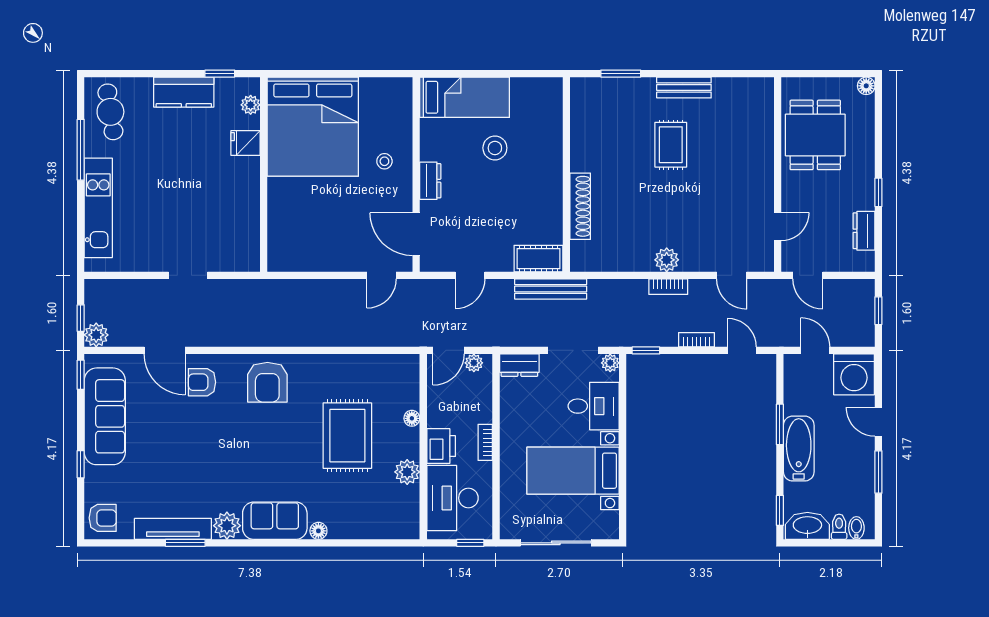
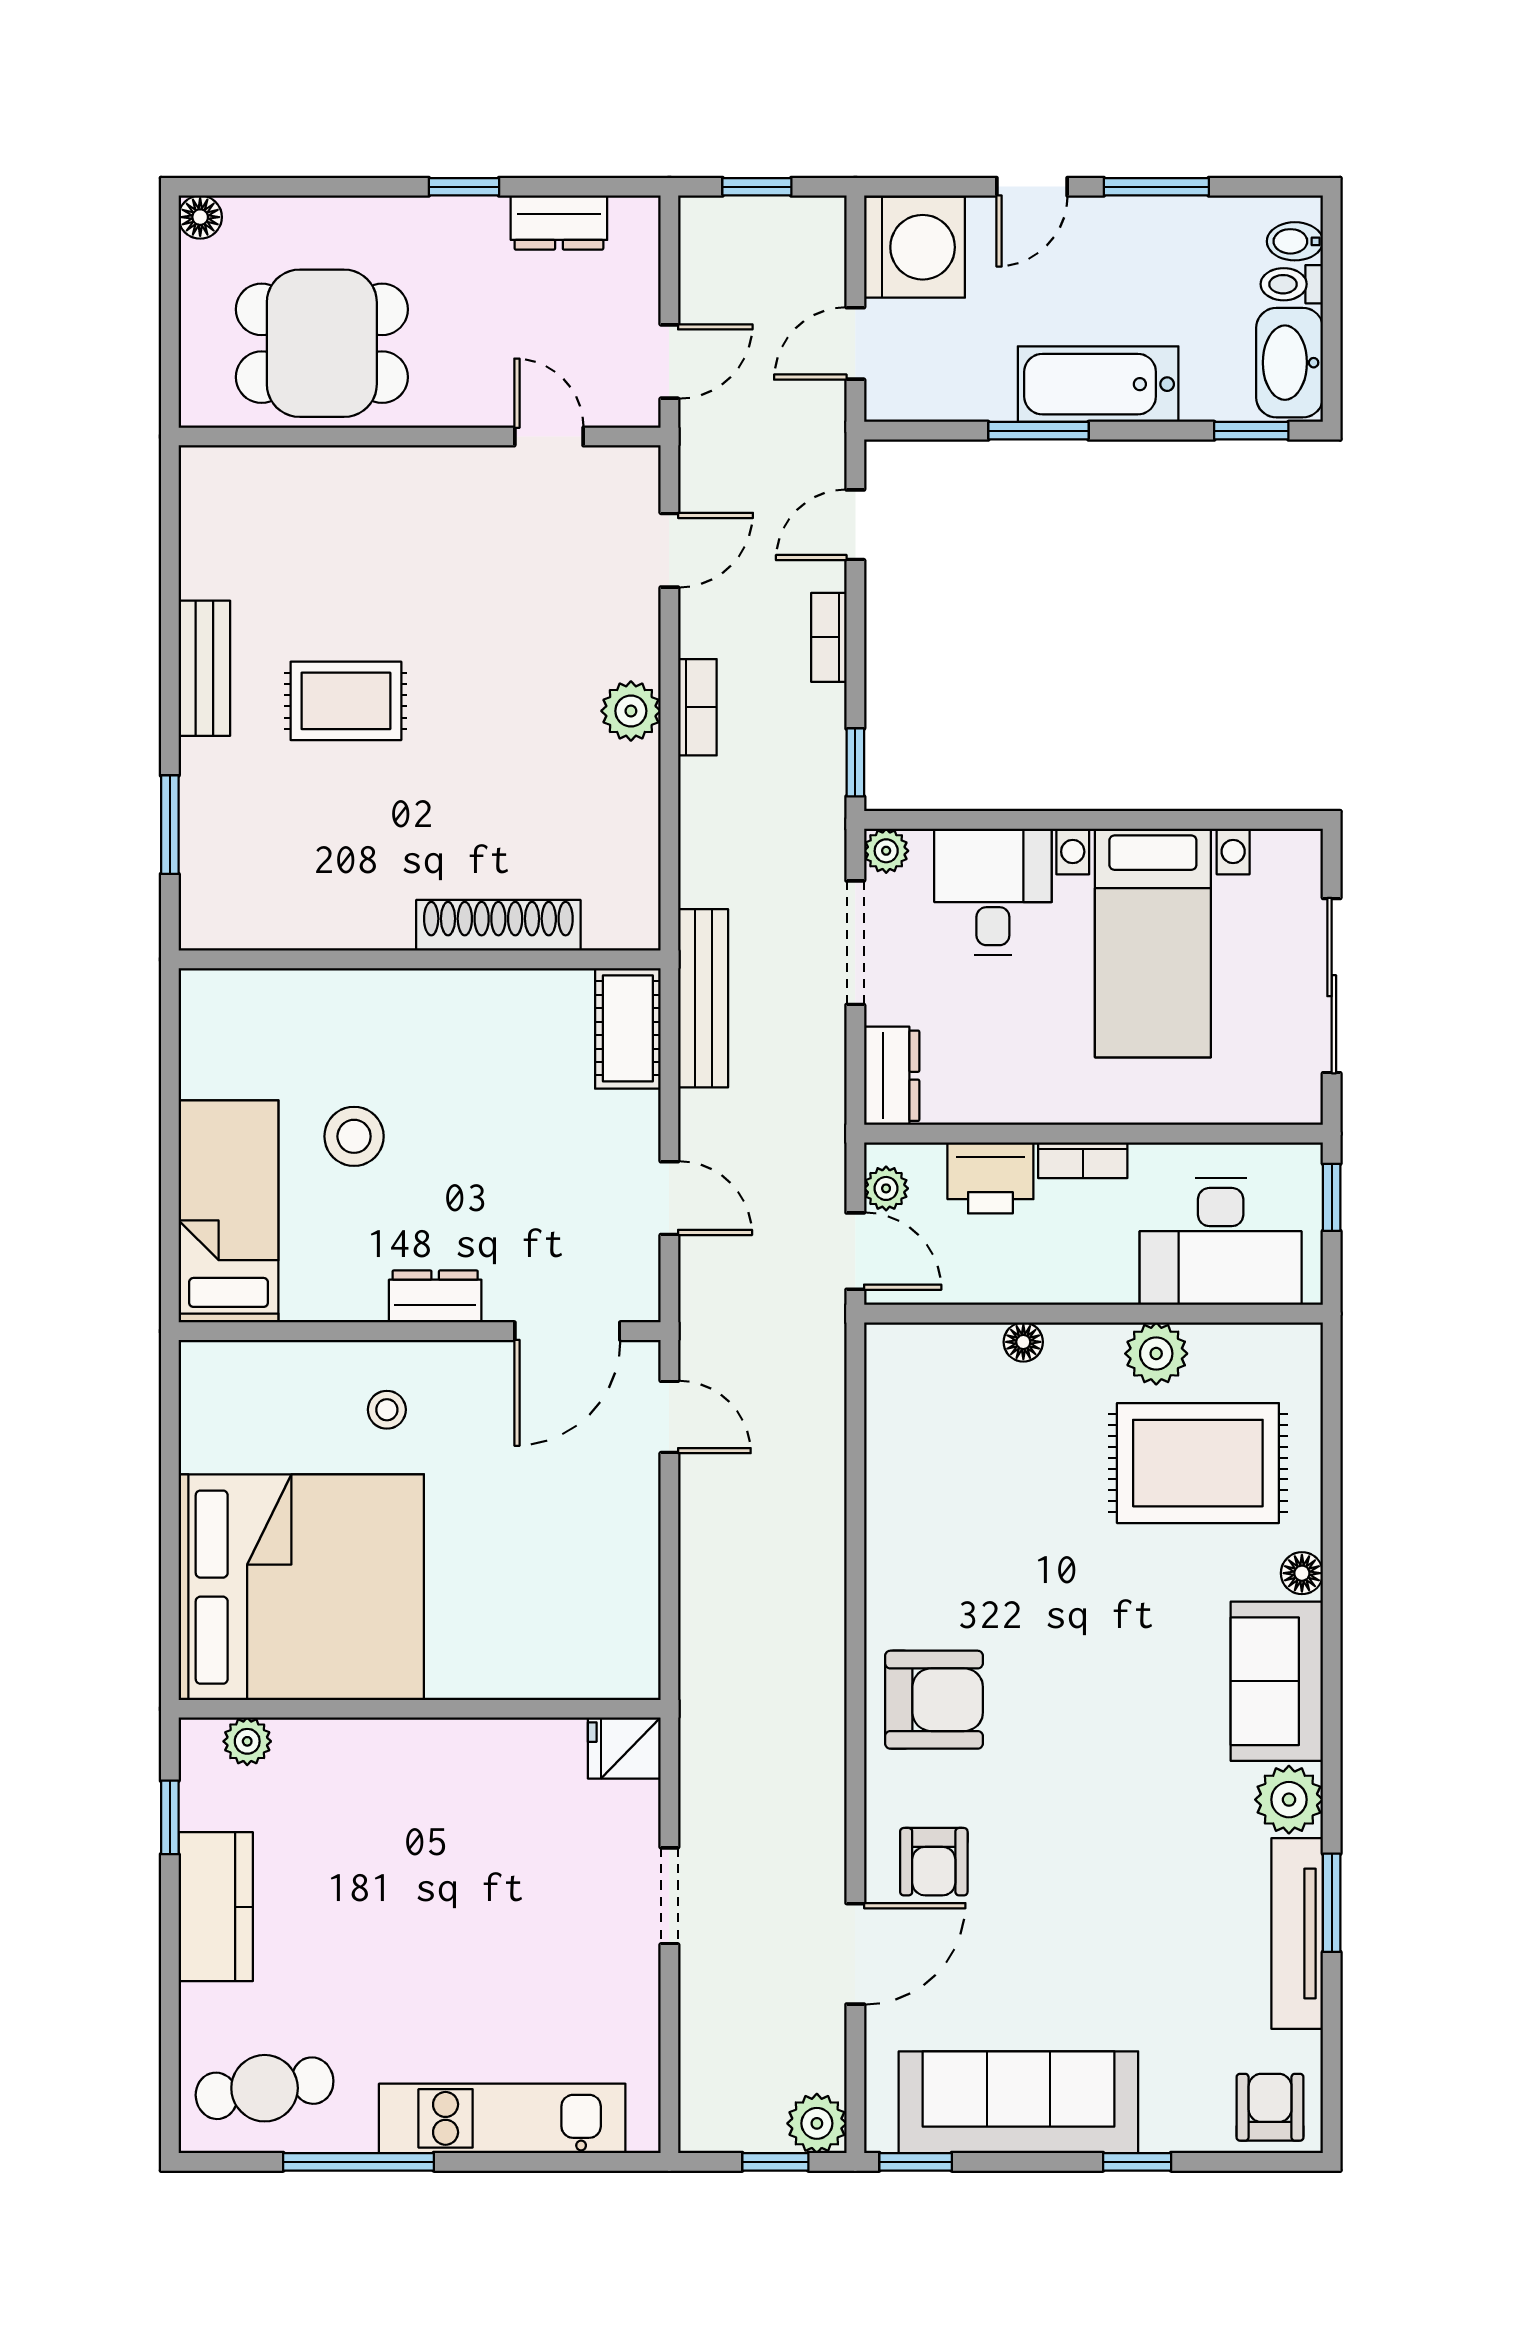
fridge: (245, 143) -> (624, 1748), moved, turned 90
rug: (347, 436) -> (1198, 1463), moved
printer: (441, 446) -> (990, 1178), moved, turned 180

